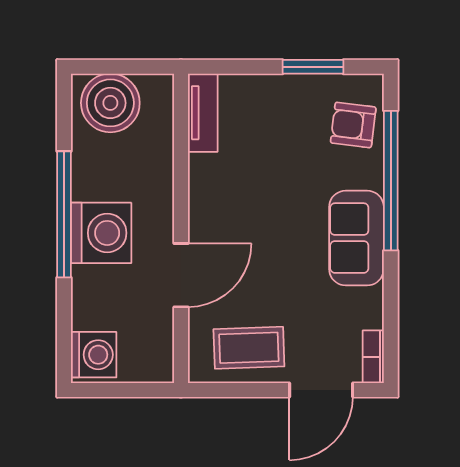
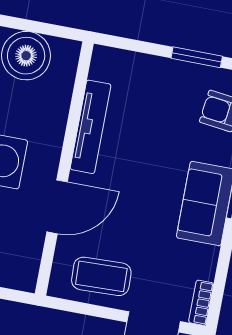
tv unit: (203, 113) -> (91, 127), moved, width x1.41

